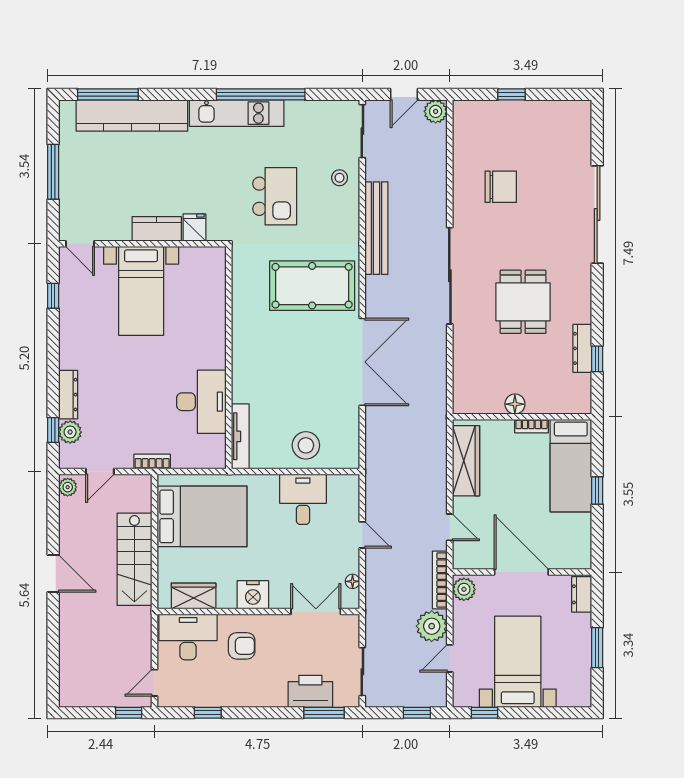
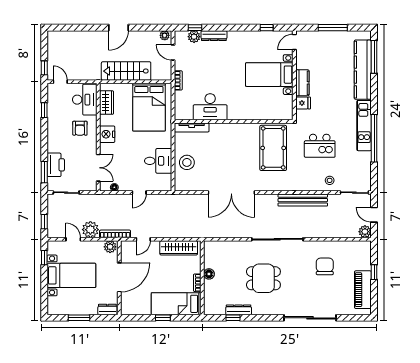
piano: (544, 115) -> (363, 290), added
chair: (501, 187) -> (325, 266), turned 180
pool table: (312, 286) -> (273, 148), moved

